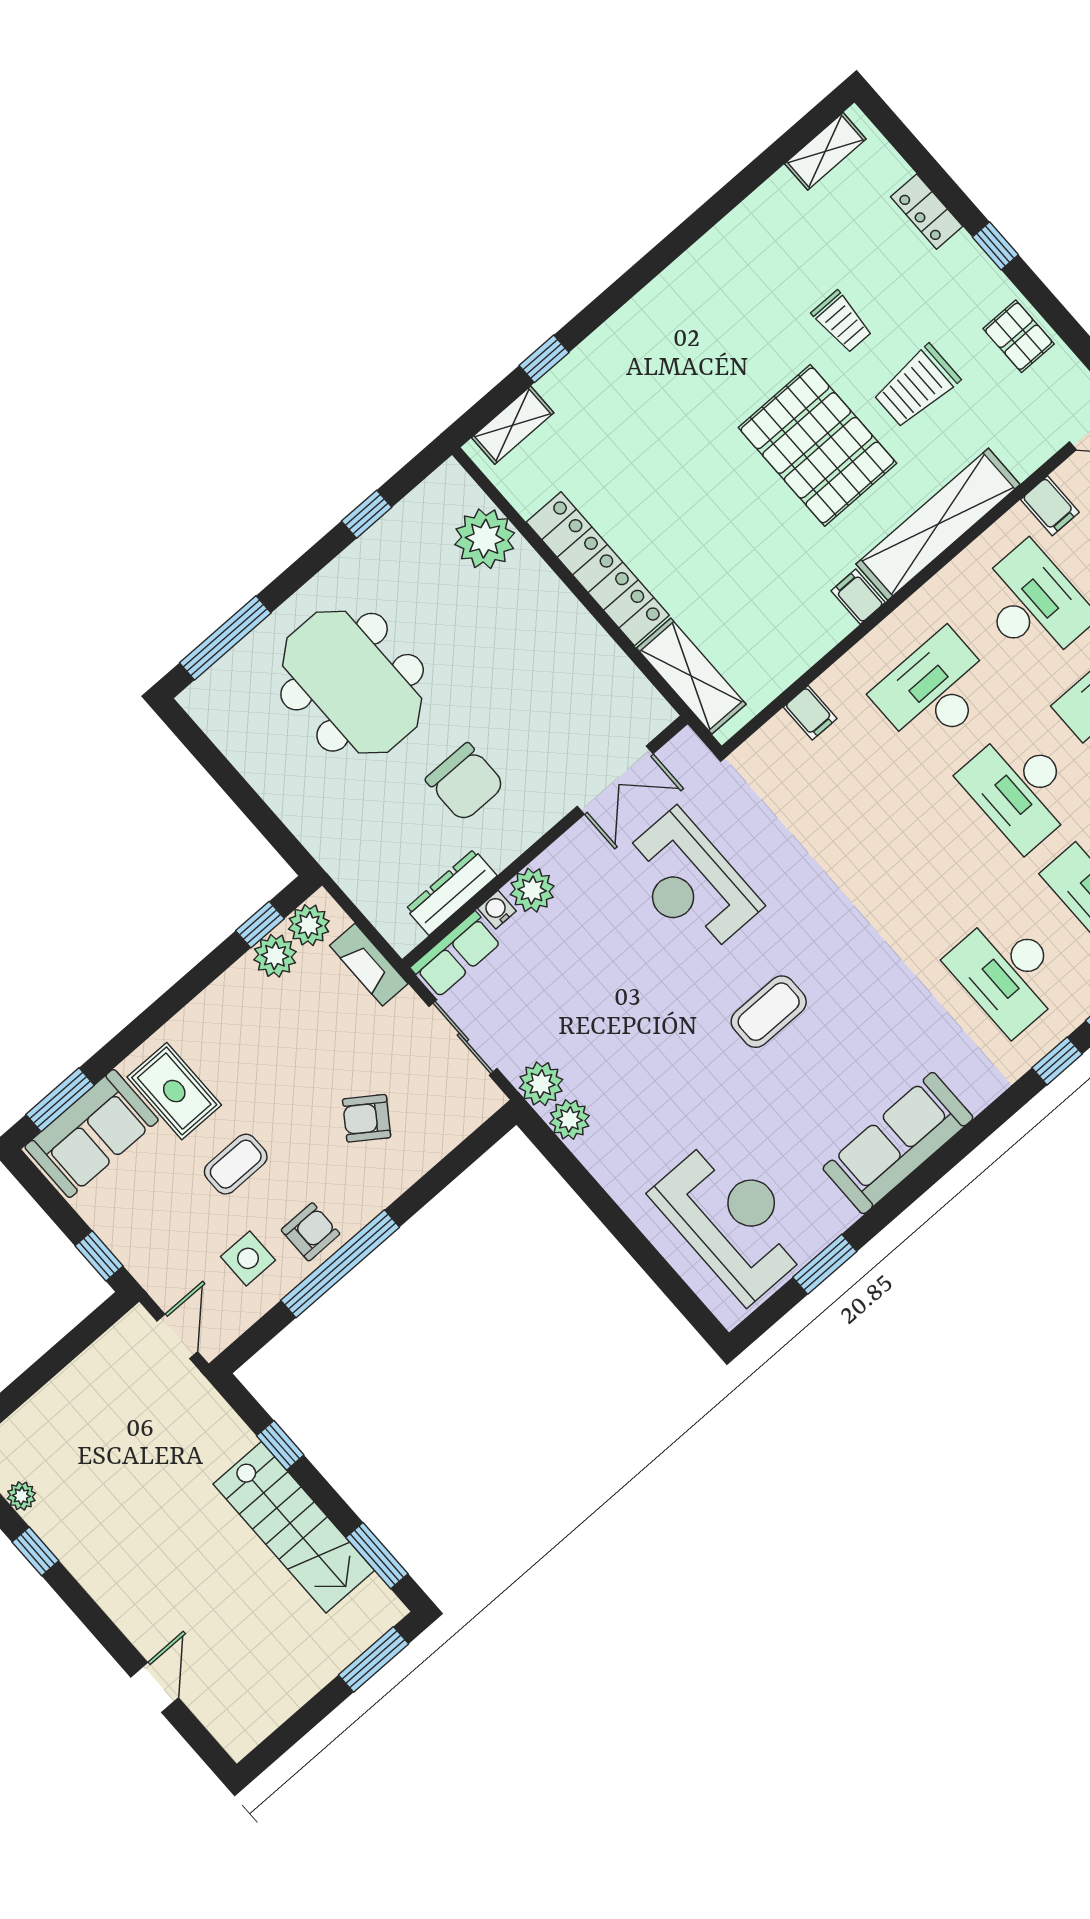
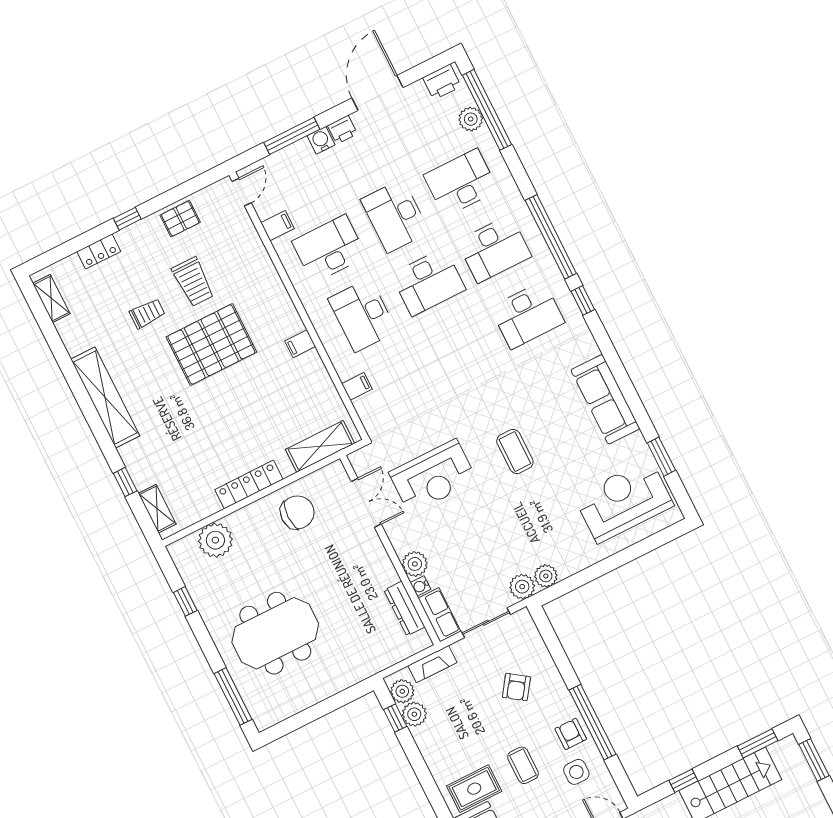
shelving: (938, 524) -> (105, 398), moved
locker: (598, 569) -> (249, 484), width x0.71, depth x0.83
chair: (465, 782) -> (297, 512), moved

